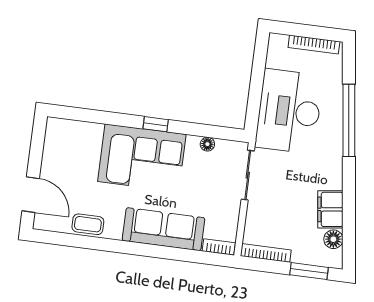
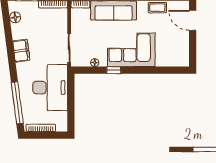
window: (349, 120) -> (17, 103), moved
window: (156, 124) -> (114, 70), moved
filing cabinet: (330, 209) -> (21, 51), moved

